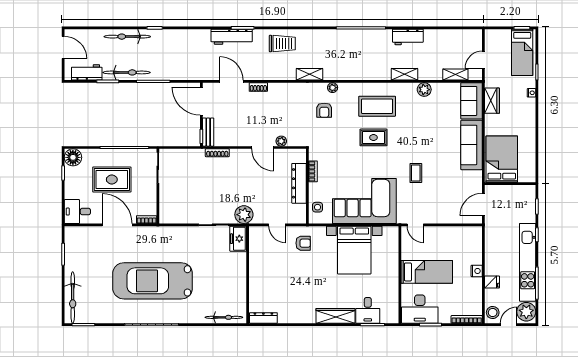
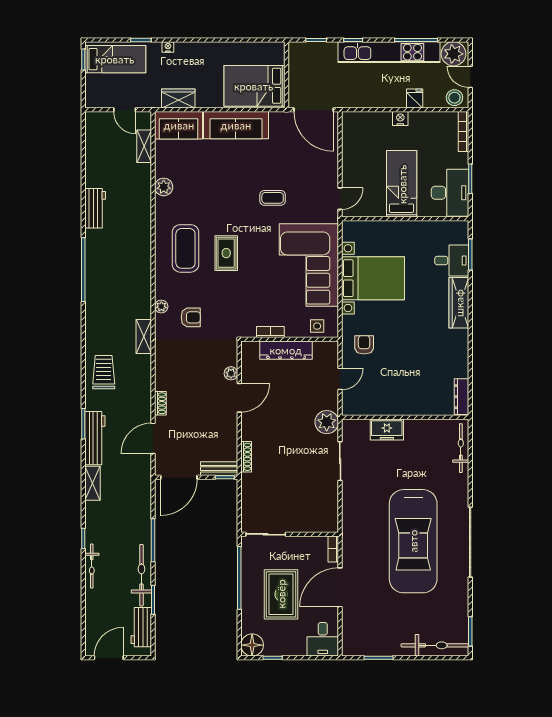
bicycle: (127, 37) -> (92, 566), width x0.73, depth x0.71
shelving: (404, 74) -> (93, 483), moved
door: (483, 204) -> (314, 110), width x1.36
freezer: (238, 239) -> (387, 430), moved

